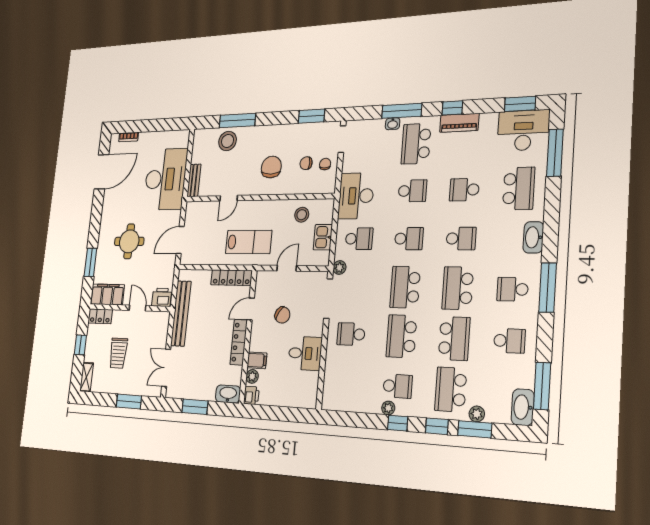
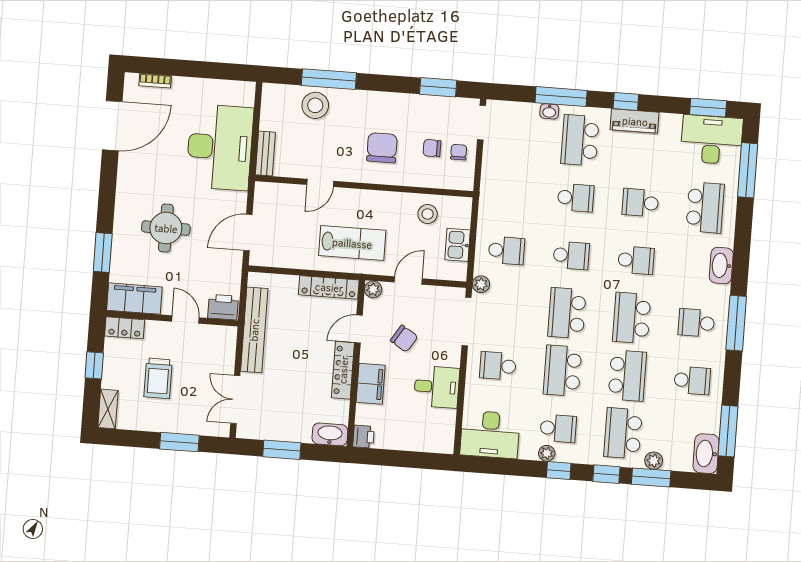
desk: (356, 196) -> (490, 434), moved, turned -90
filing cabinet: (257, 360) -> (371, 384), width x2.00
plant: (252, 376) -> (373, 289), moved

